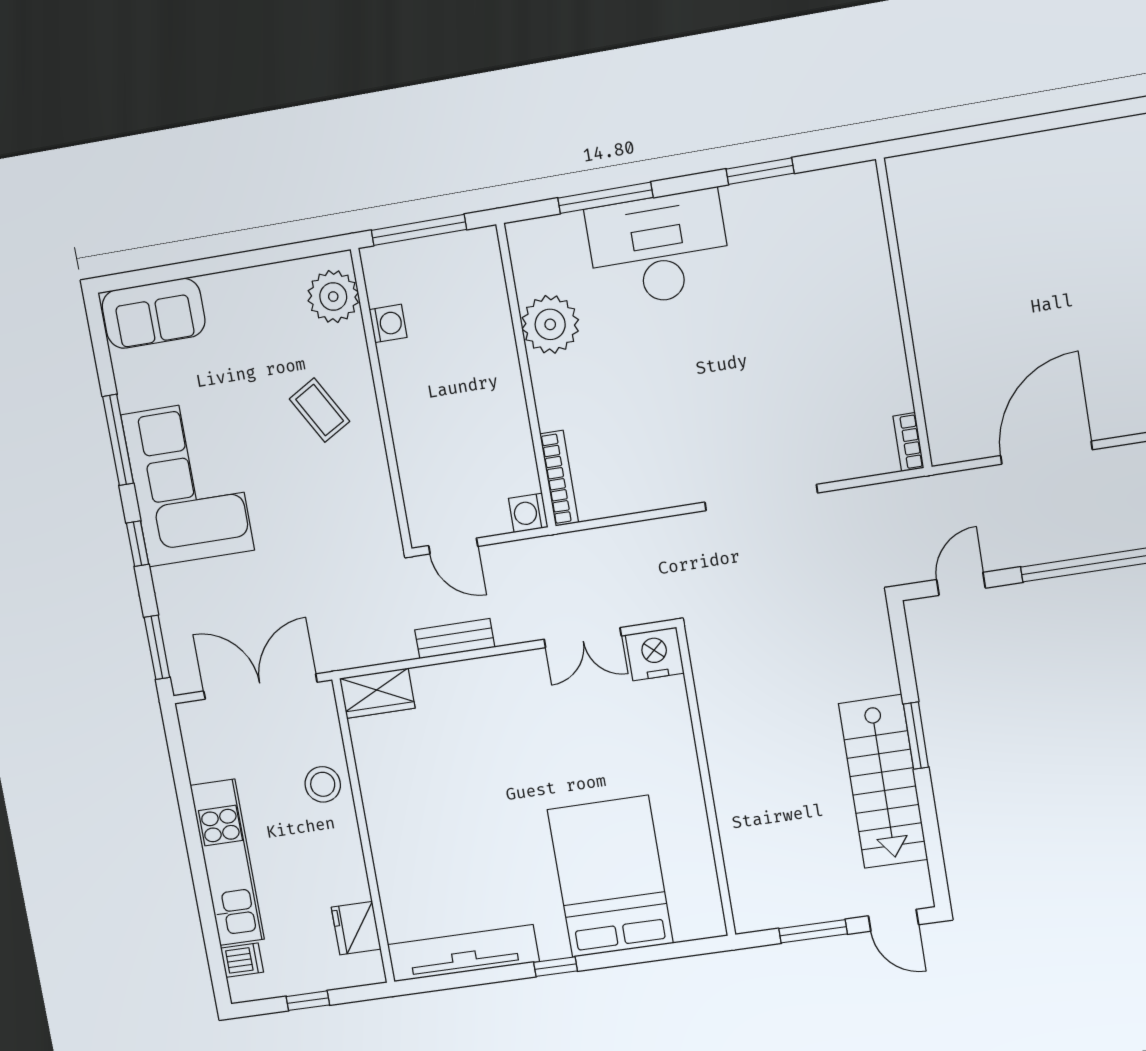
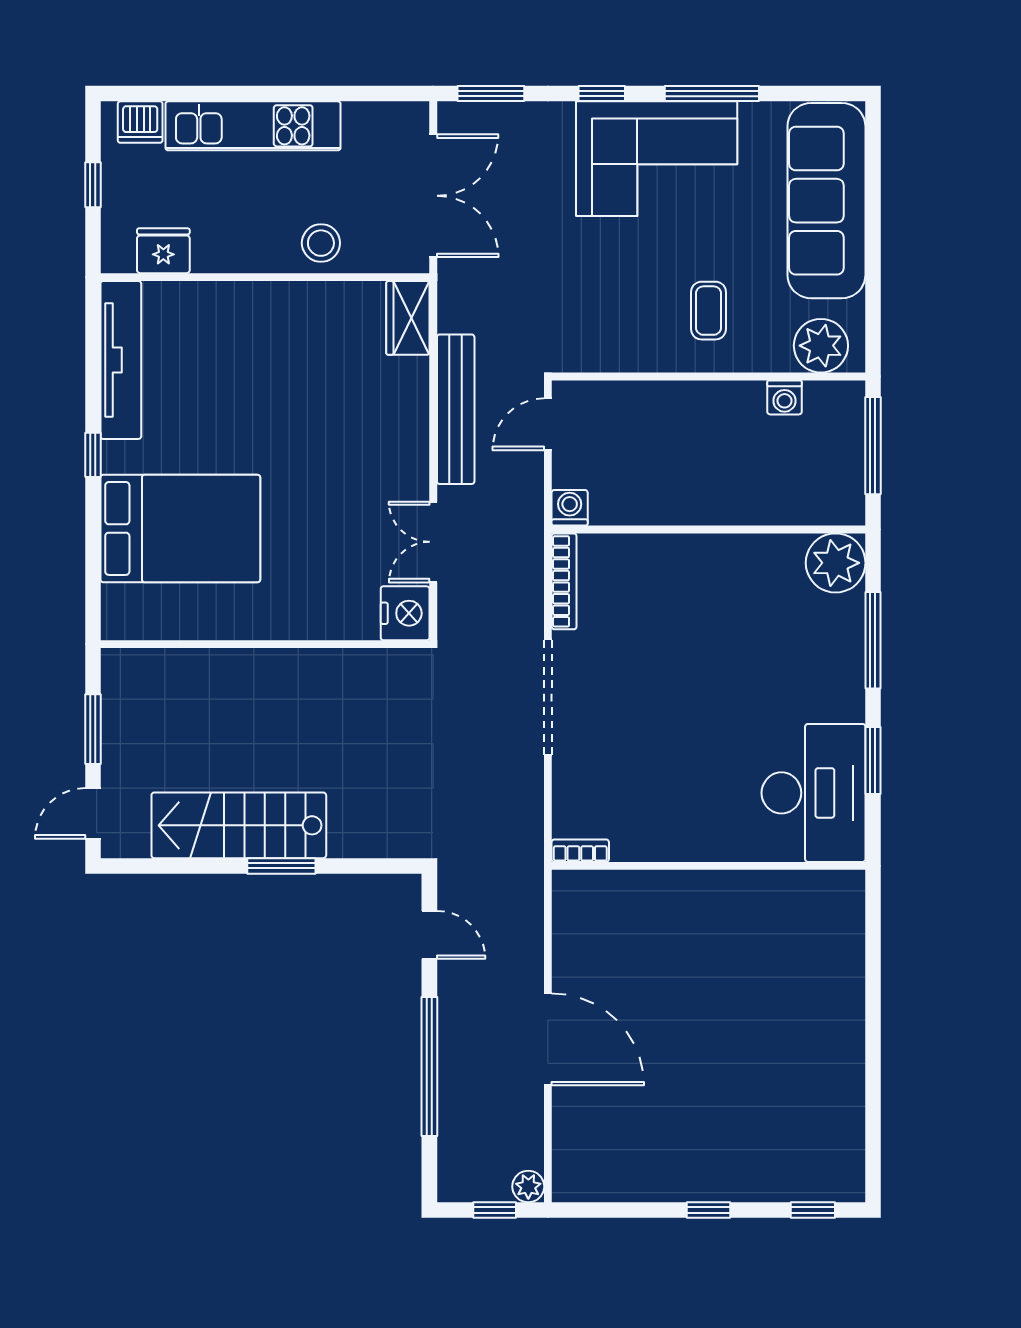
window: (760, 171) -> (873, 761), moved
desk: (659, 249) -> (814, 793), moved
sofa: (154, 313) -> (826, 201), width x1.85, depth x1.27
wall: (904, 314) -> (709, 866), moved
plant: (550, 324) -> (836, 563), moved
coffee table: (320, 410) -> (709, 311), turned -60
bookcase: (908, 442) -> (580, 851), moved
bookcase: (559, 478) -> (564, 581), moved, turned -90
doorway: (761, 498) -> (548, 697), moved
bench: (455, 639) -> (456, 409), width x1.86, depth x1.21
dishwasher: (242, 960) -> (140, 122), width x1.38

